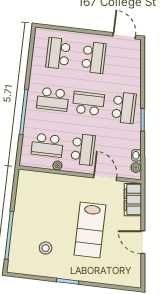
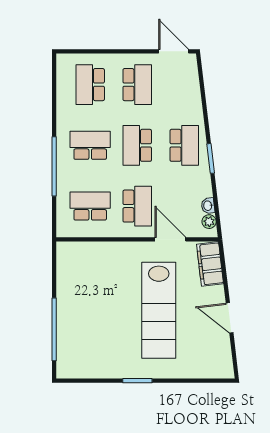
school desk: (53, 99) -> (90, 145), turned 180
school desk: (88, 103) -> (137, 145), turned -90
school desk: (47, 145) -> (90, 206), turned 180
plant: (57, 165) -> (106, 231), removed
lab bench: (90, 230) -> (159, 310), width x1.36
stool: (46, 248) -> (104, 341), removed

